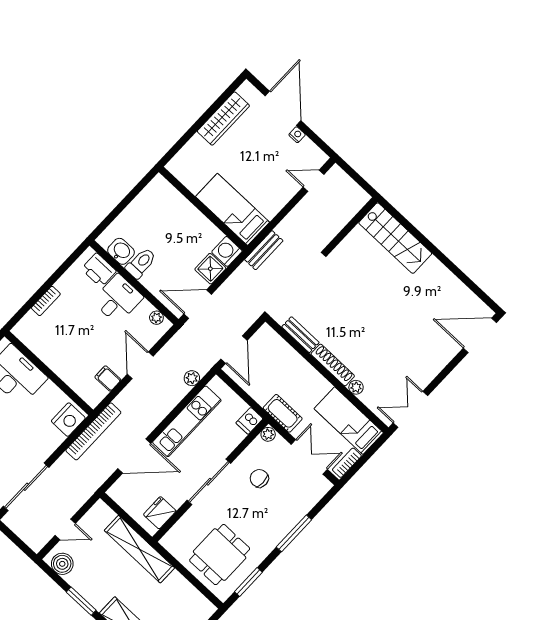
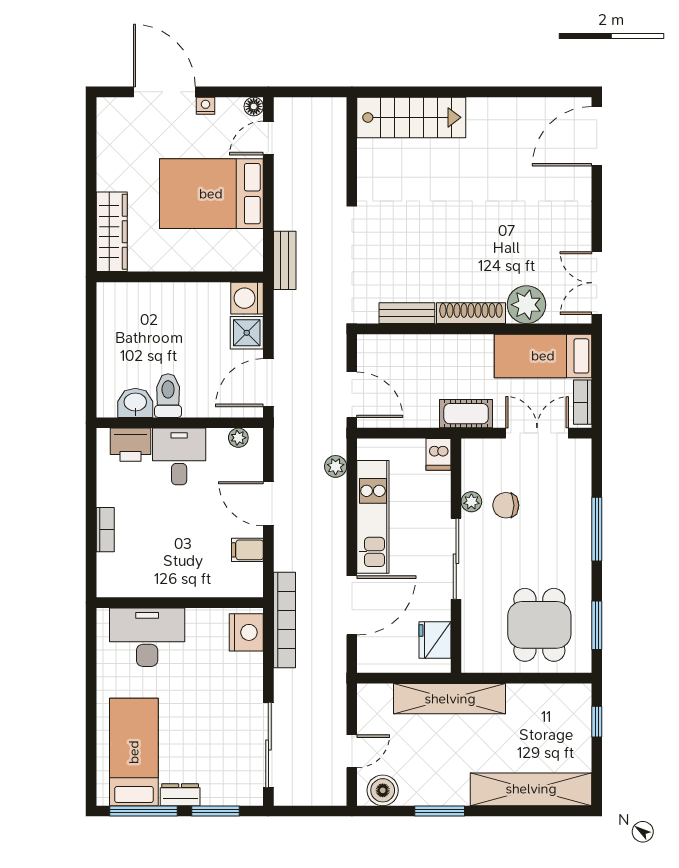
wardrobe: (223, 119) -> (112, 232), moved
floor lamp: (321, 158) -> (254, 106), added
bed: (233, 209) -> (211, 194), moved, width x1.50
plant: (356, 387) -> (526, 305), width x1.88, depth x1.88
plant: (268, 434) -> (471, 502), moved

